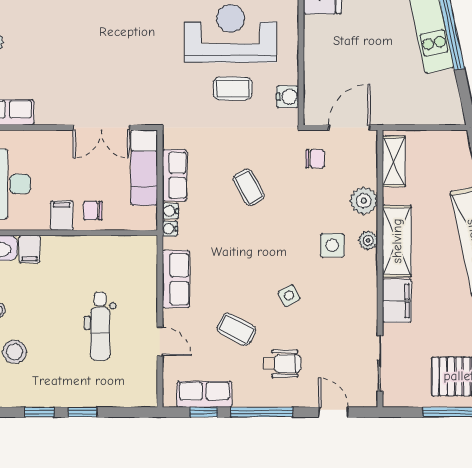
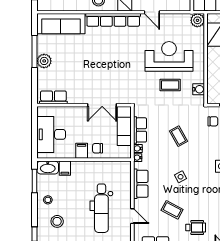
side table: (289, 296) -> (181, 177), moved
dental chair: (100, 326) -> (101, 208), width x1.36, depth x1.38

